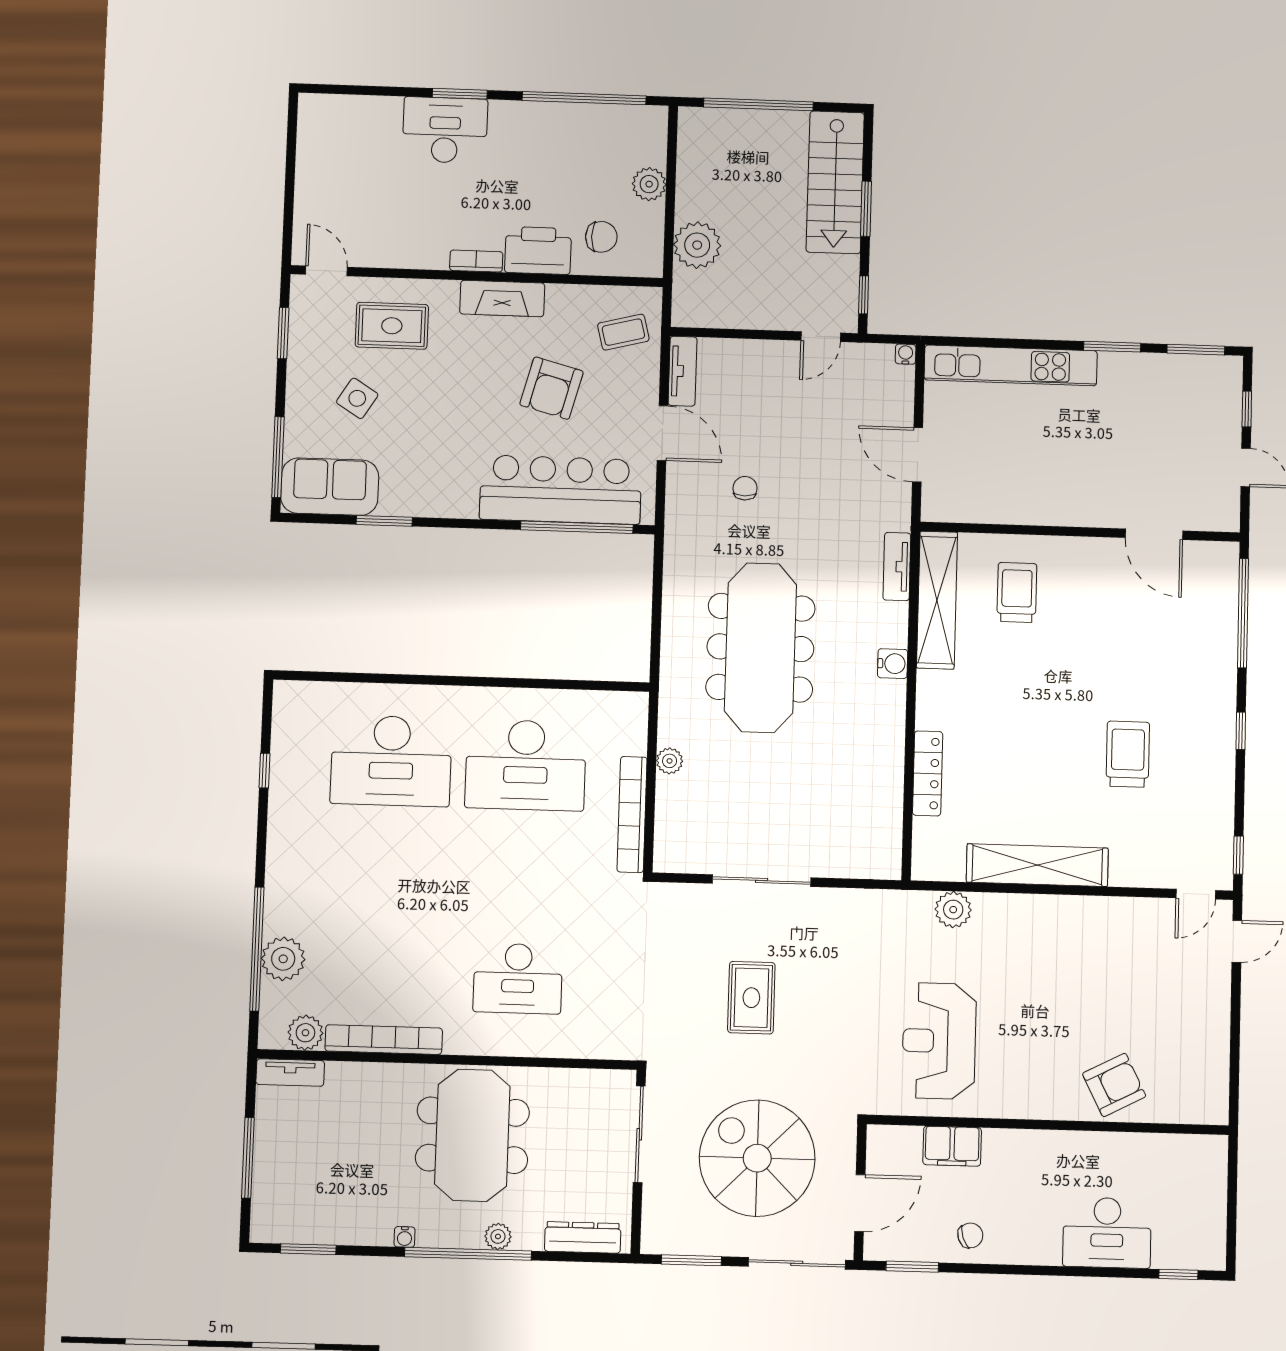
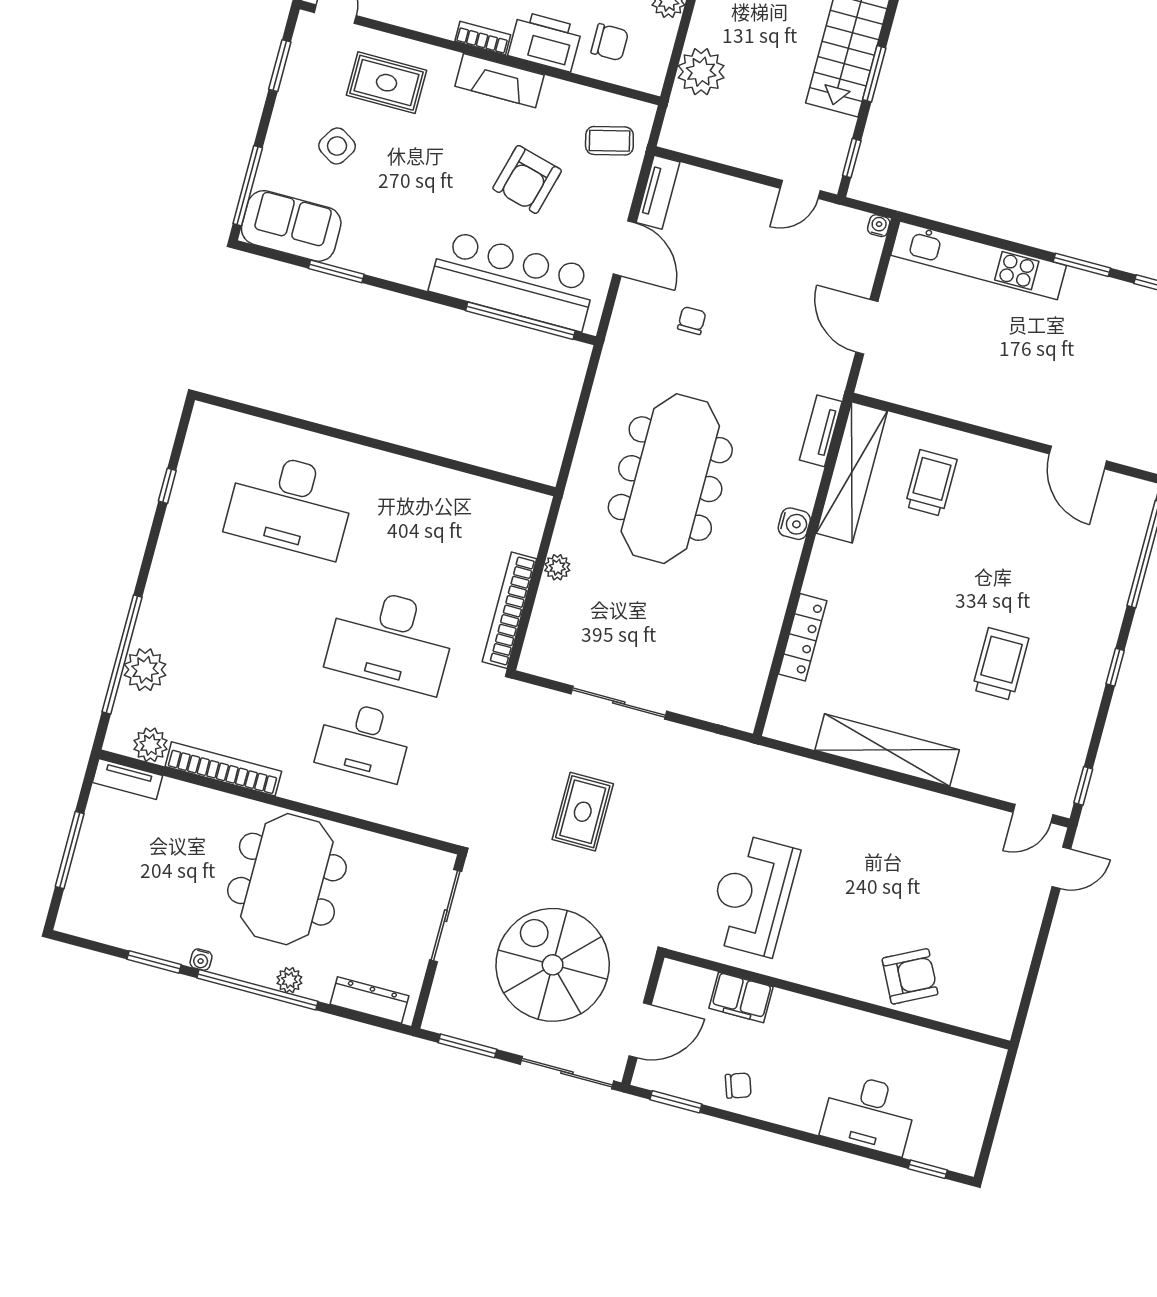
desk: (526, 765) -> (391, 640), moved
plant: (953, 910) -> (796, 773), removed
window: (308, 1249) -> (154, 962), moved

